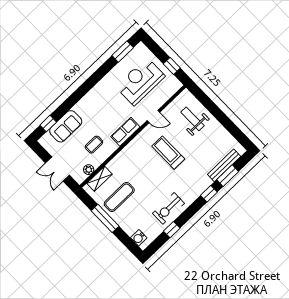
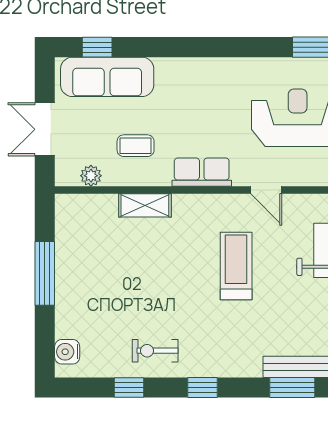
sofa: (66, 126) -> (107, 77), width x1.36
shelving: (100, 179) -> (145, 205), moved
window: (209, 194) -> (202, 388), moved
exercise mat: (119, 197) -> (97, 262), removed
exercise bike: (169, 208) -> (155, 351), width x0.73, depth x0.72

